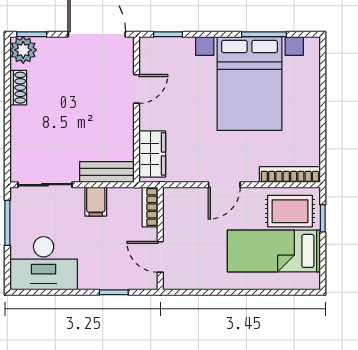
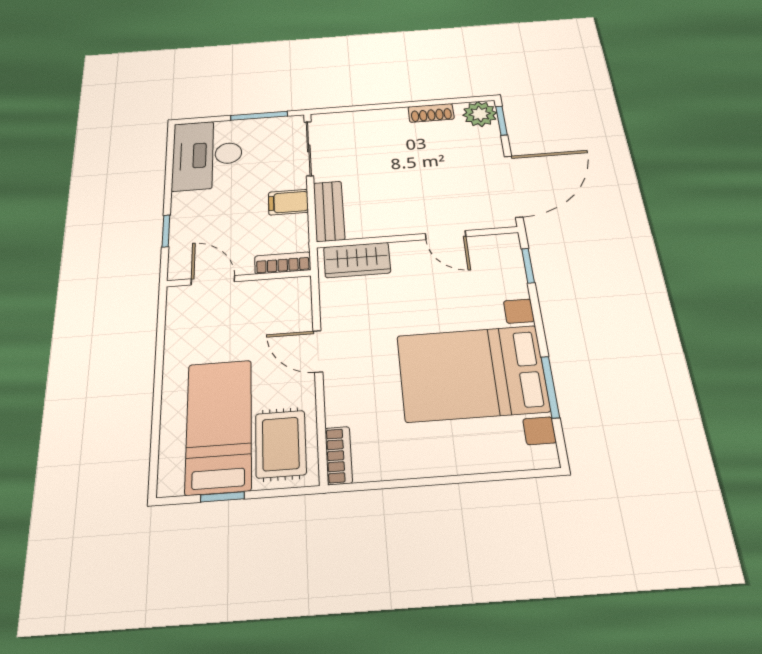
bookcase: (290, 175) -> (339, 455), width x0.64
window: (323, 218) -> (222, 497), moved
door: (160, 257) -> (213, 280), hinge flipped

